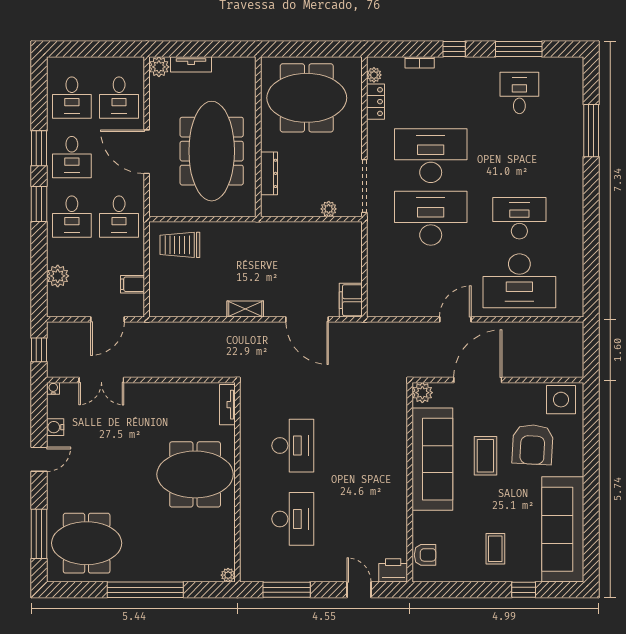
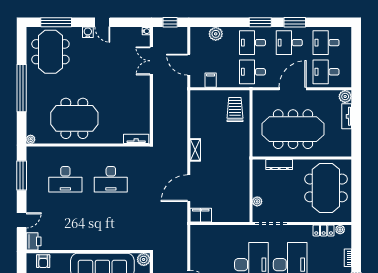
water cooler: (55, 427) -> (88, 32), moved
meeting table: (195, 474) -> (74, 118), moved, turned 90

